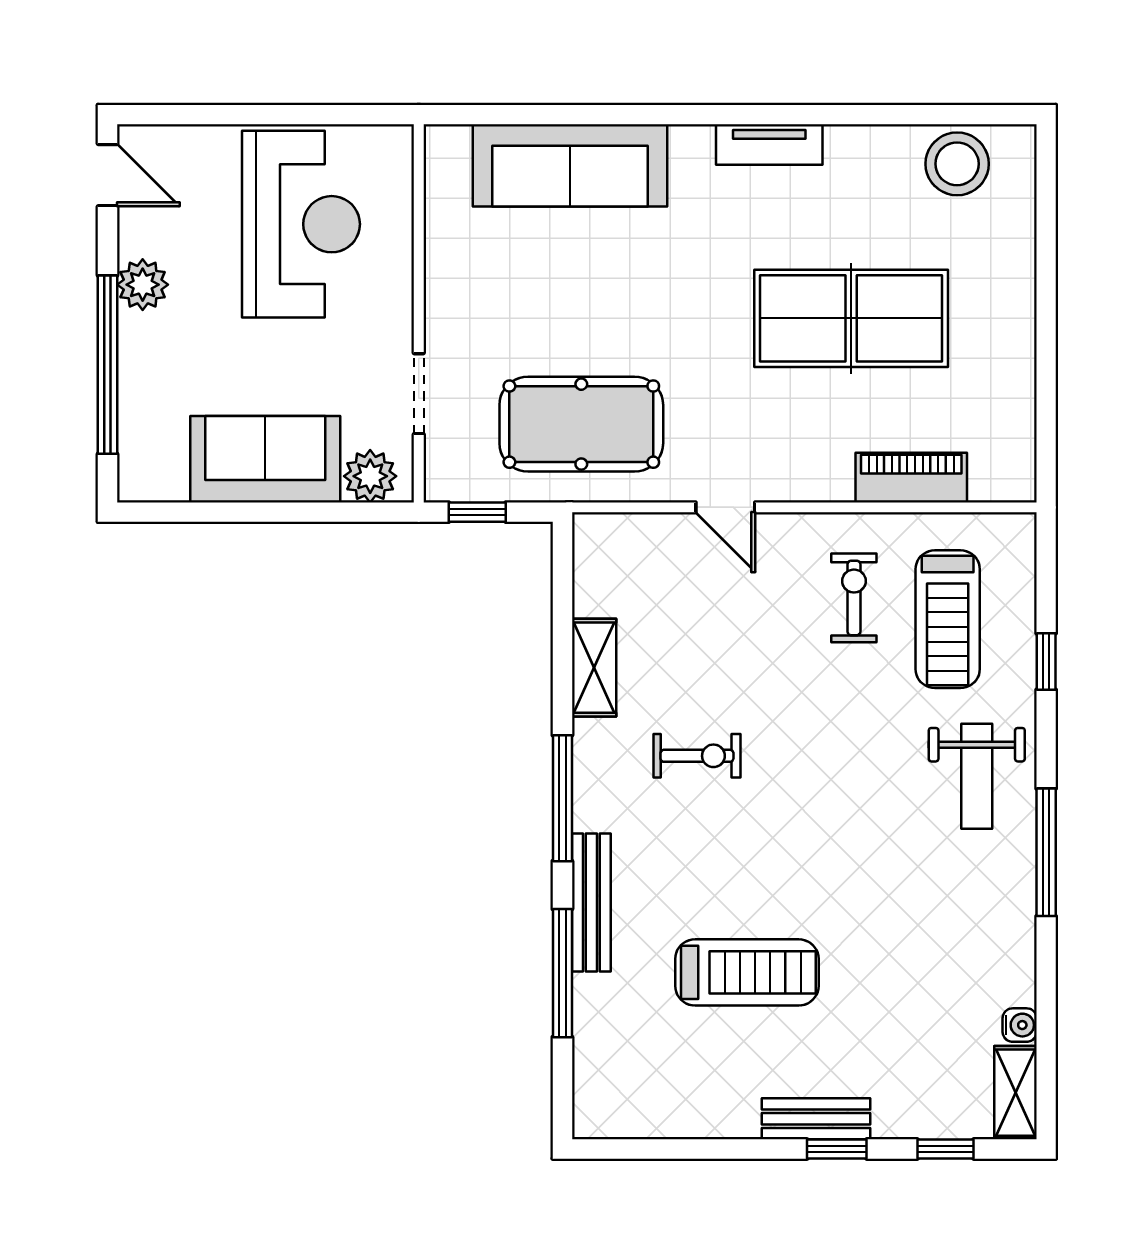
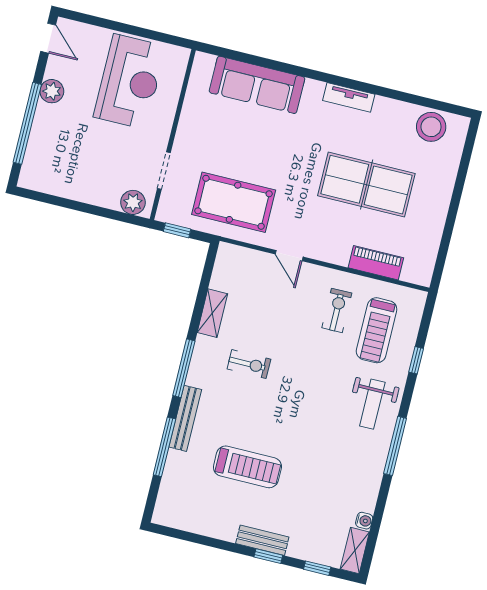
sofa: (265, 459) -> (88, 183), removed

